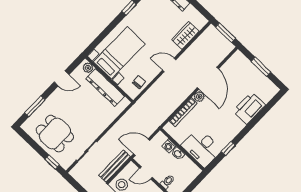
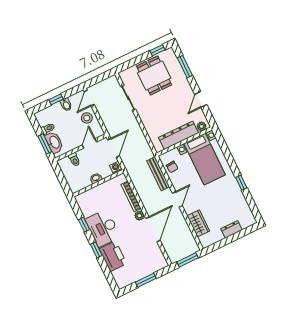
door: (208, 78) -> (153, 229), swing flipped
window: (249, 127) -> (96, 250), added
dining table: (55, 134) -> (154, 75), turned 90
washing machine: (169, 146) -> (116, 168), moved
desk: (202, 148) -> (103, 228), moved, turned -90
window: (52, 162) -> (157, 50), moved
bench: (115, 166) -> (158, 174), moved

